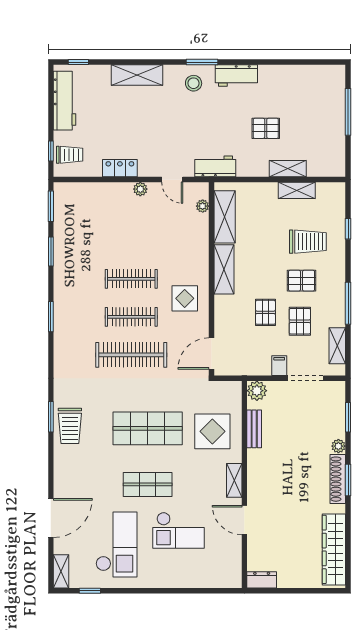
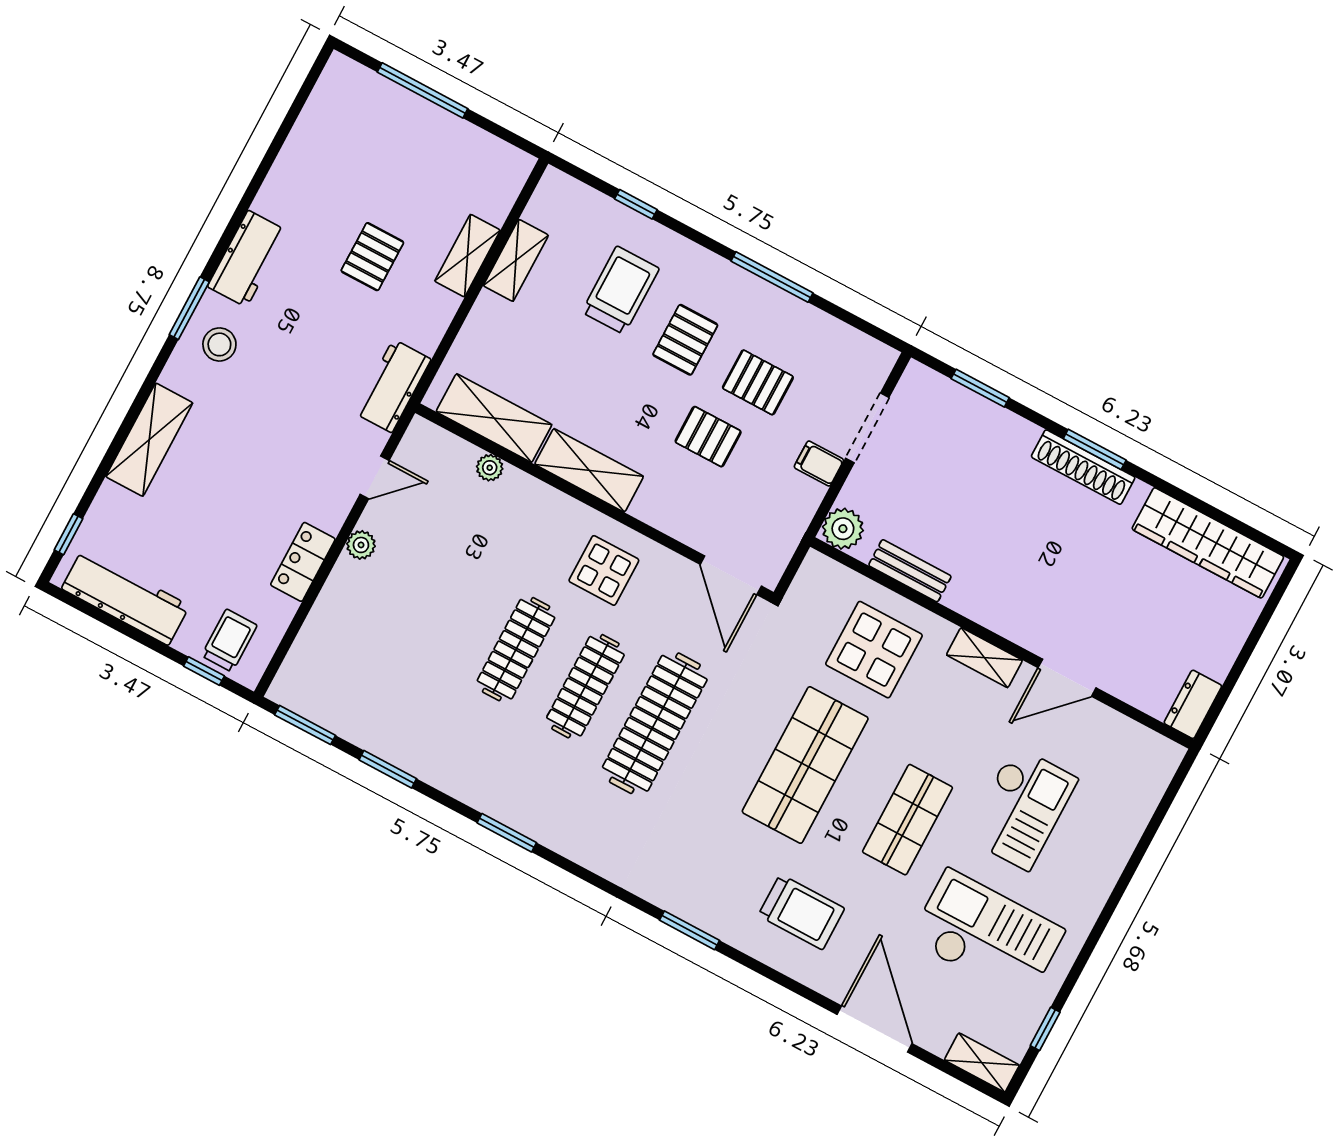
plant: (203, 206) -> (490, 468), moved
shelving: (337, 346) -> (839, 338), removed
trolley: (70, 426) -> (801, 912), moved
plant: (338, 446) -> (1024, 434), removed

